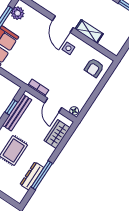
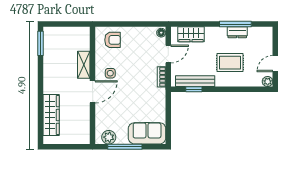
dresser: (32, 176) -> (237, 32), width x0.70

